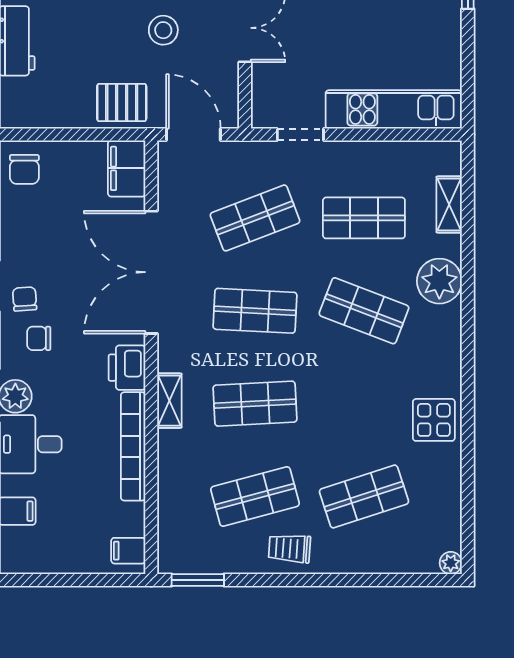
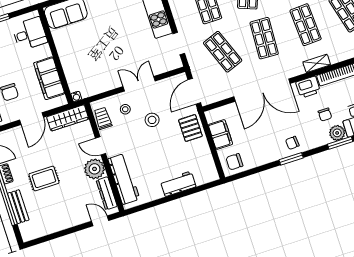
filing cabinet: (127, 168) -> (220, 134), moved, turned -90
chair: (24, 169) -> (234, 162), turned 180
chair: (39, 338) -> (325, 115), moved

